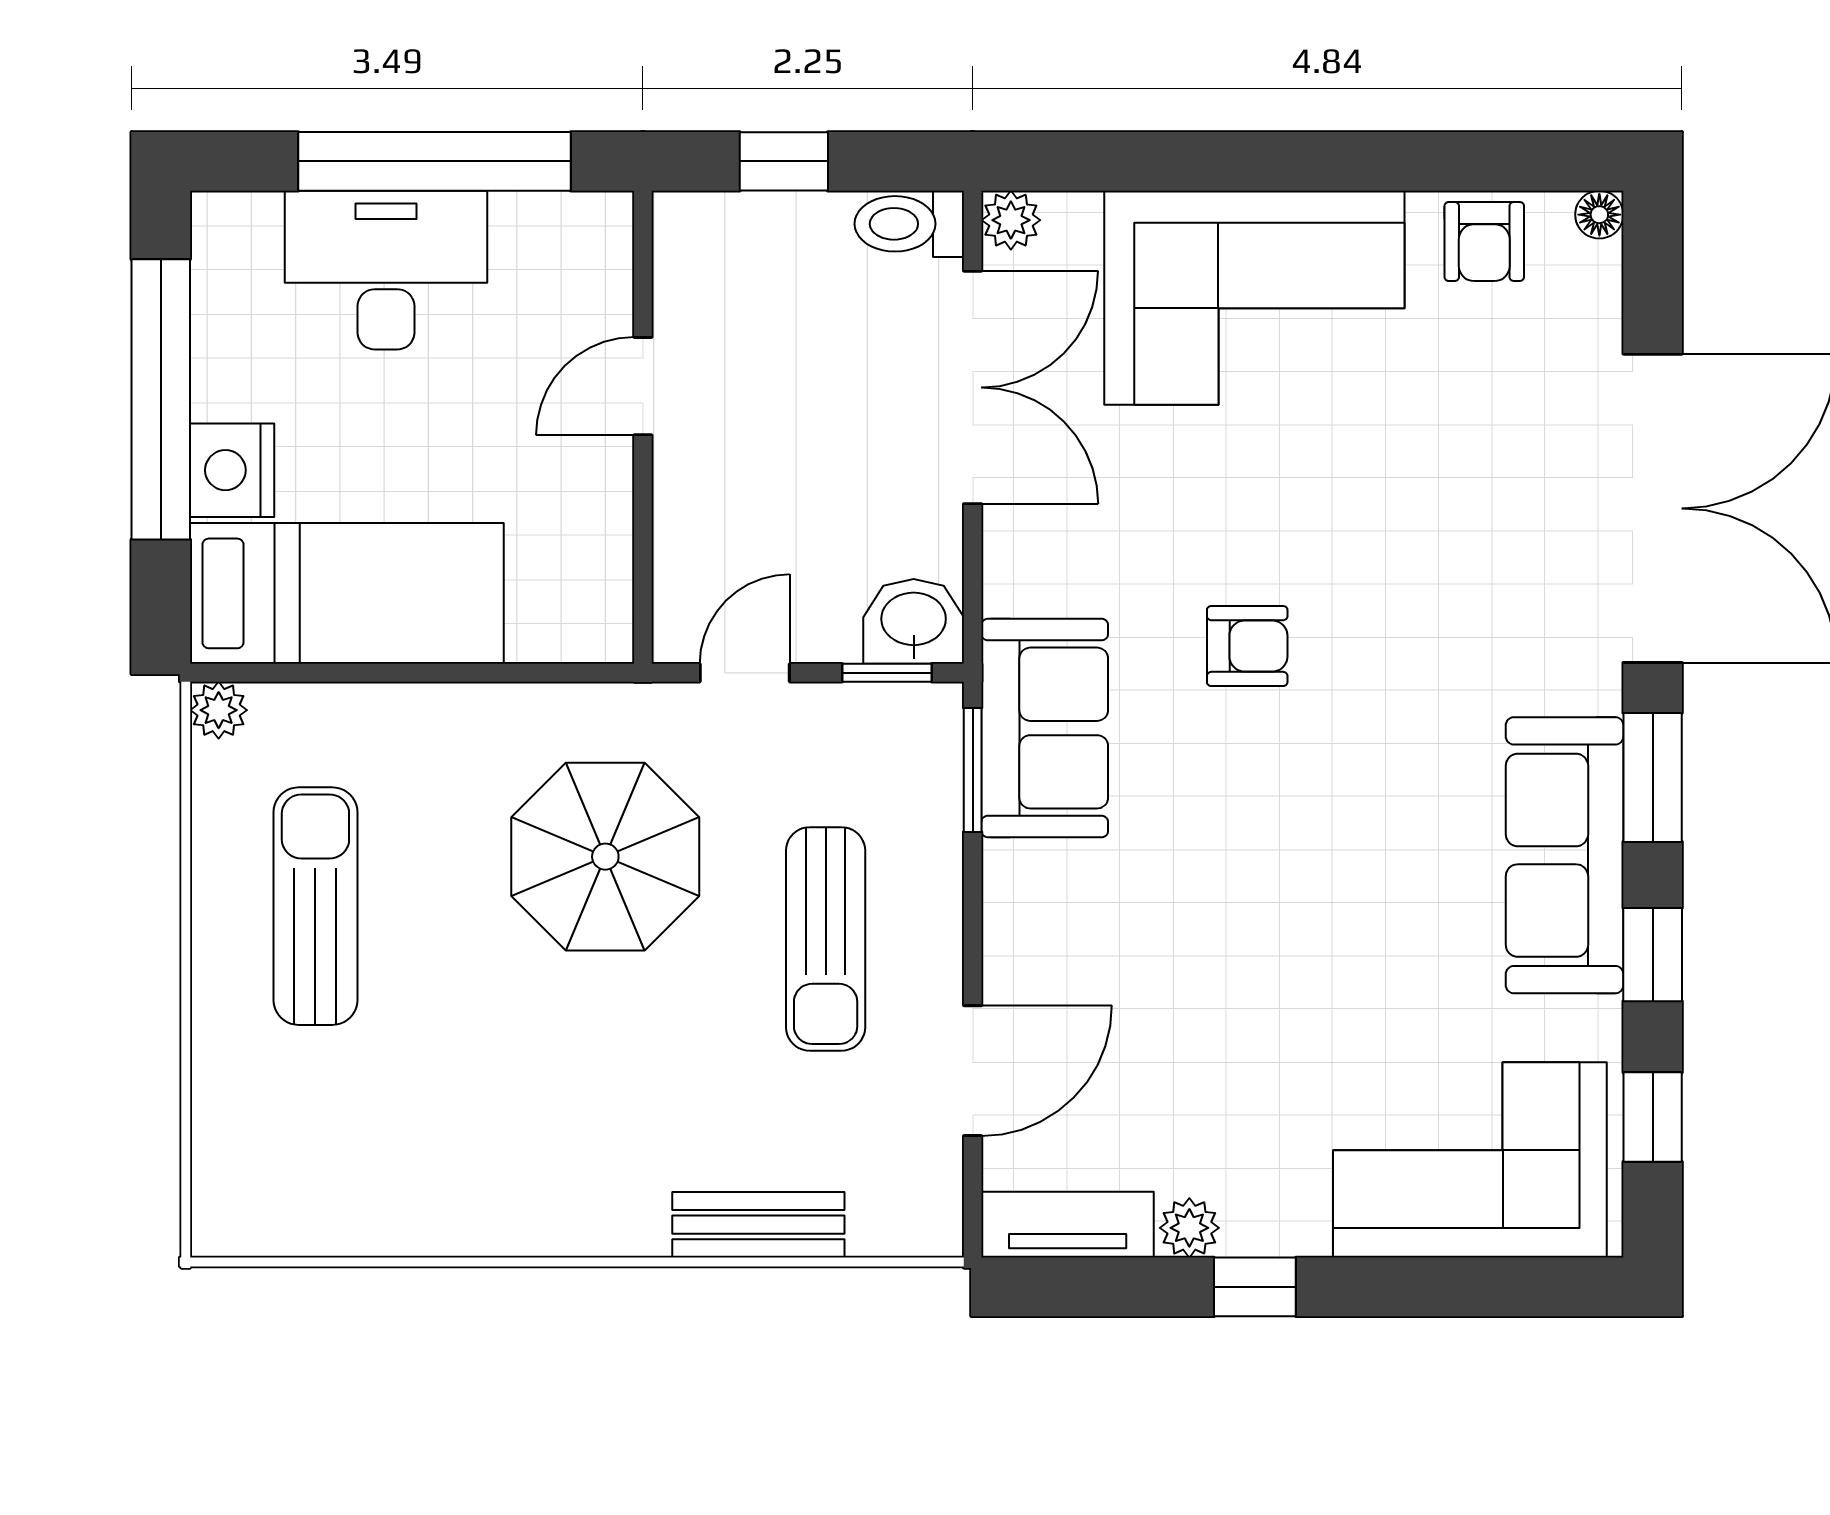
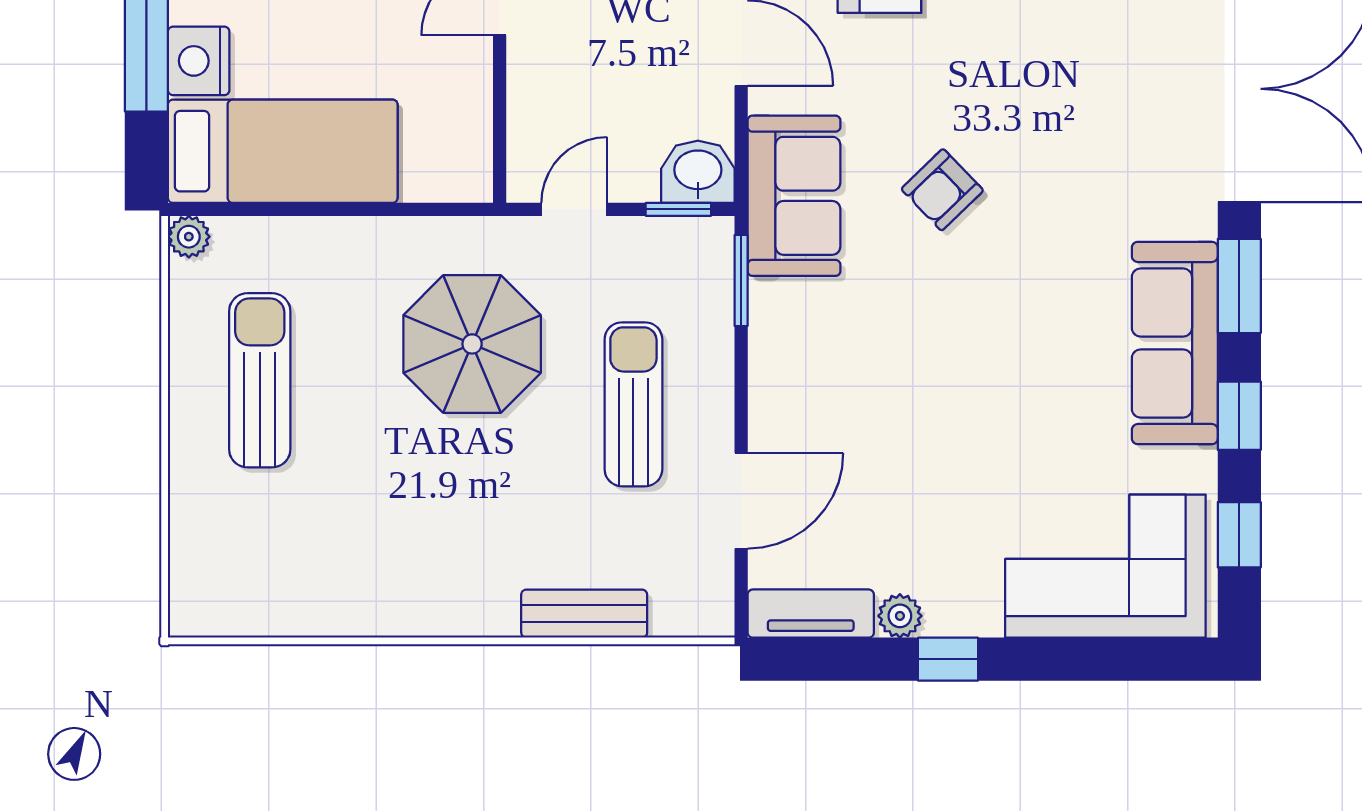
armchair: (1247, 646) -> (942, 190), turned 136
sofa: (1045, 728) -> (794, 196), moved
sun lounger: (826, 939) -> (633, 404), turned 180

